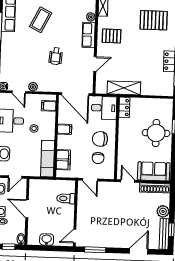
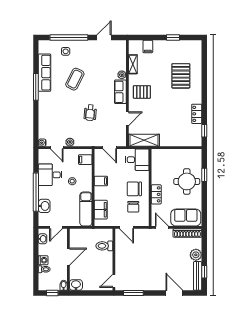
pallet: (154, 20) -> (181, 76), turned 90
shelving: (124, 88) -> (144, 140), moved
door: (75, 94) -> (110, 148), width x0.53
locker: (124, 107) -> (156, 194), moved
door: (27, 209) -> (68, 257), swing flipped
washbasin: (47, 240) -> (76, 285), moved
door: (139, 251) -> (174, 293), hinge flipped

